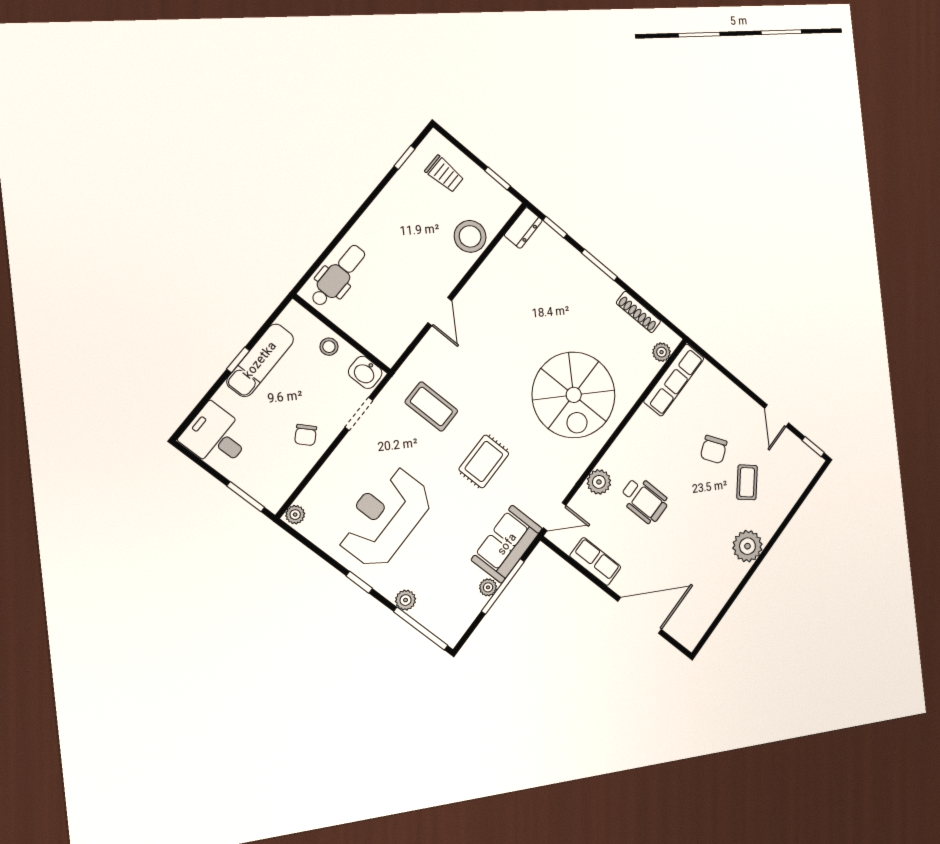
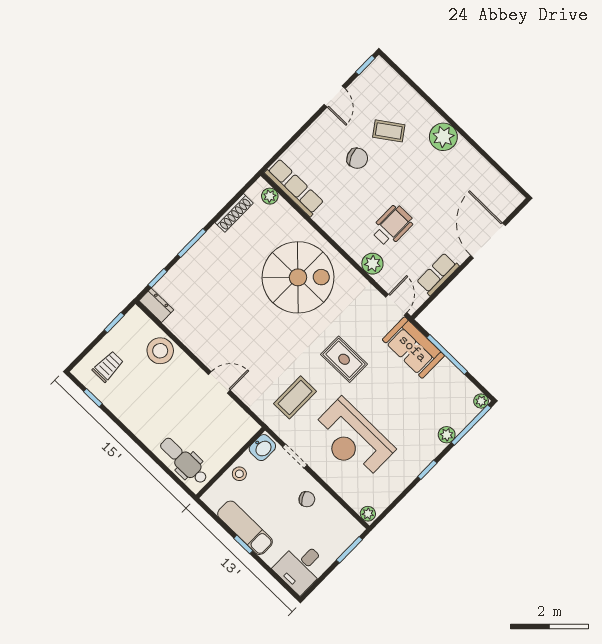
door: (777, 416) -> (335, 97), hinge flipped
reception desk: (384, 517) -> (352, 440), moved
plant: (488, 587) -> (481, 401), moved

